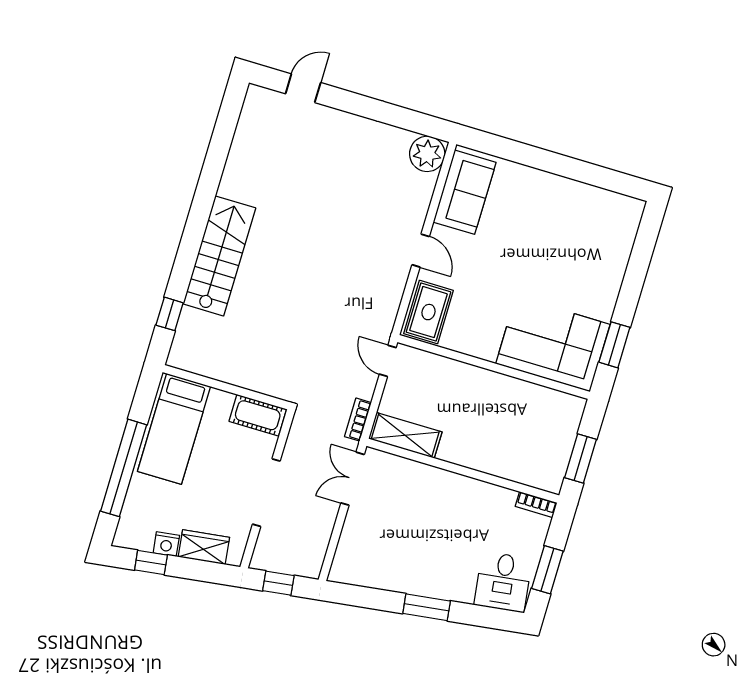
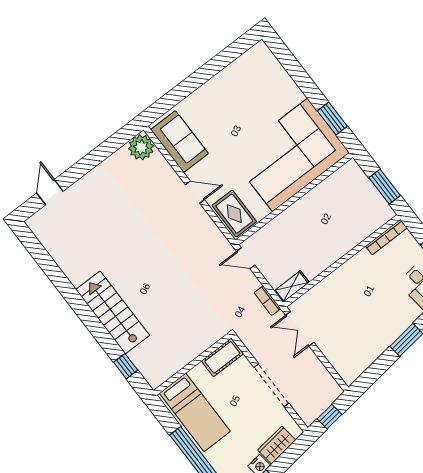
corner sofa: (553, 344) -> (290, 155), width x1.36, depth x1.36
shelving: (405, 435) -> (292, 287), width x0.67, depth x0.75
bookcase: (536, 505) -> (386, 237), width x1.56

